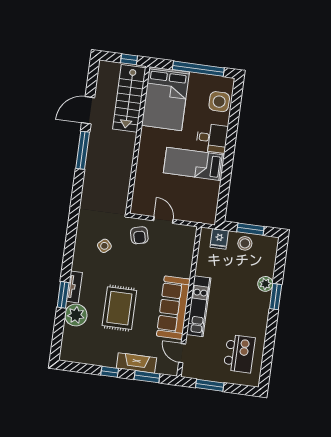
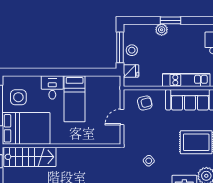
side table: (219, 102) -> (18, 97), moved
window: (250, 229) -> (120, 47), width x1.44
armchair: (139, 235) -> (145, 103), moved

